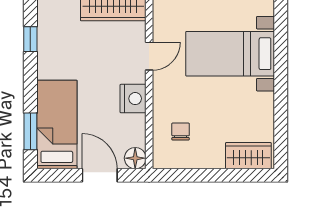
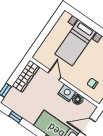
floor lamp: (135, 158) -> (78, 99), moved

